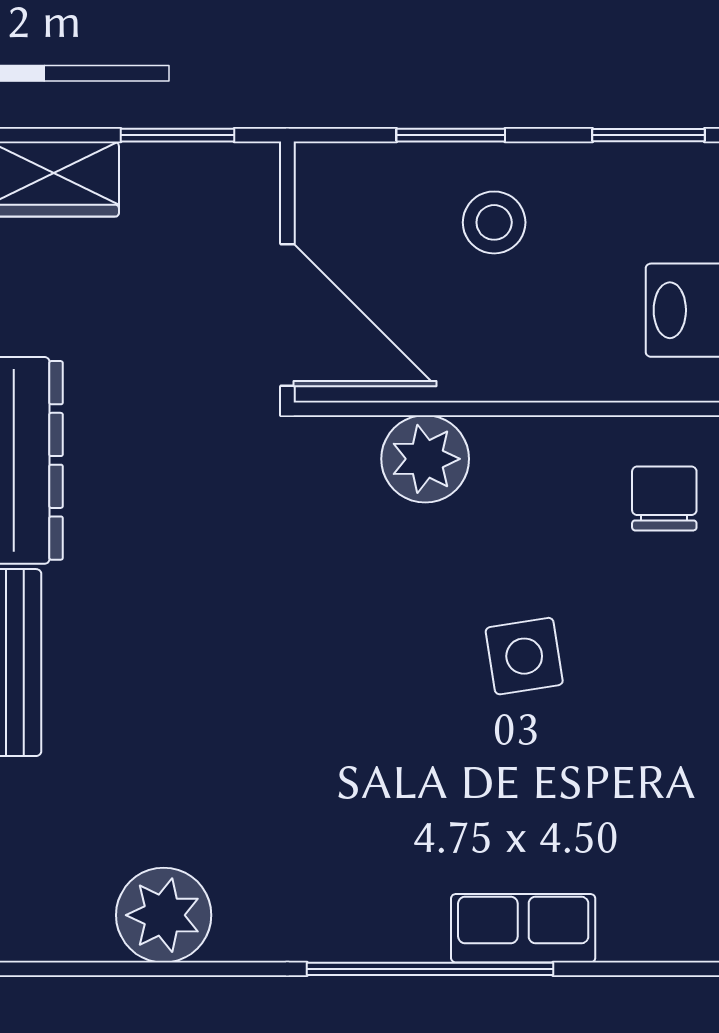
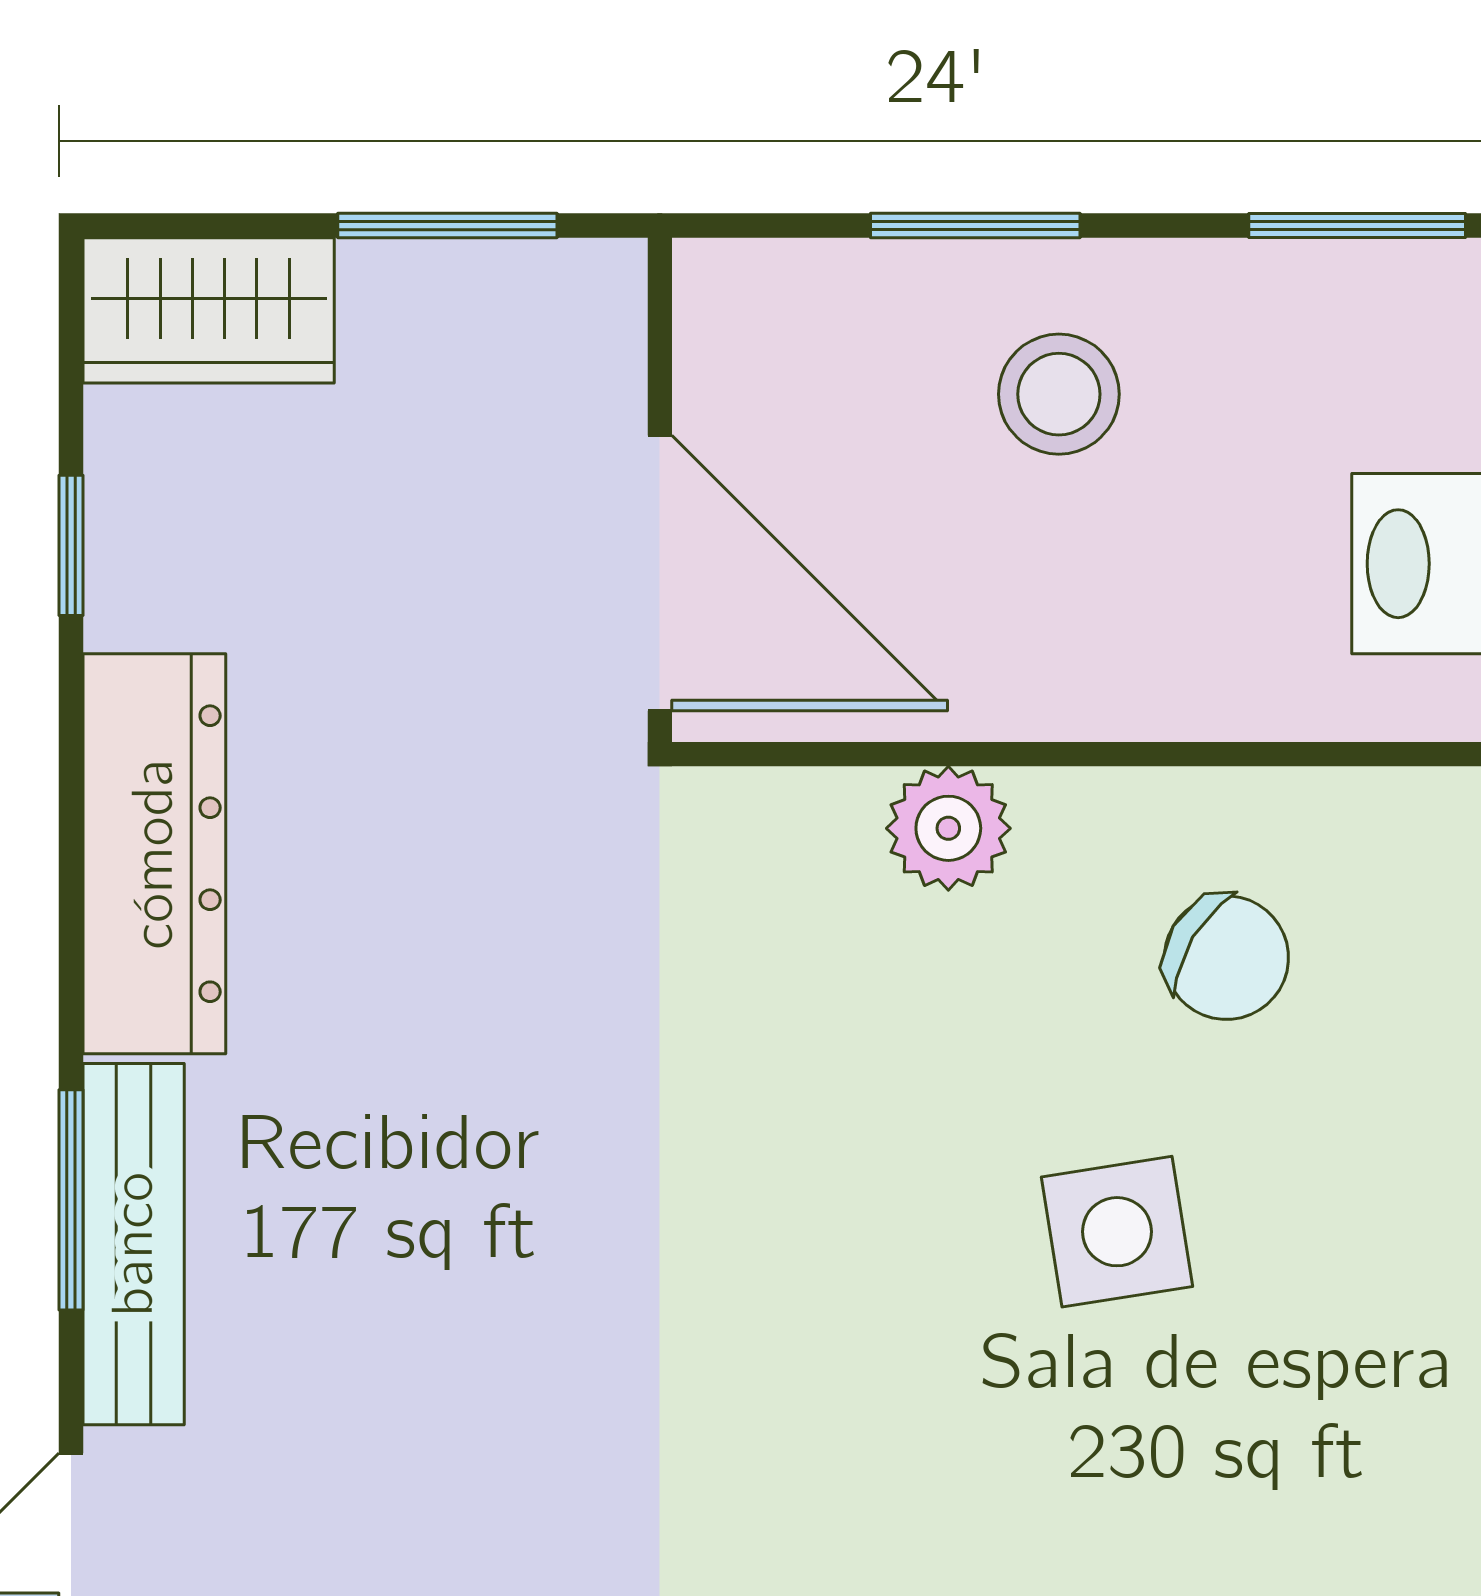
plant: (425, 459) -> (948, 828), width x0.73, depth x0.73
chair: (664, 498) -> (1226, 958), moved, turned 121

